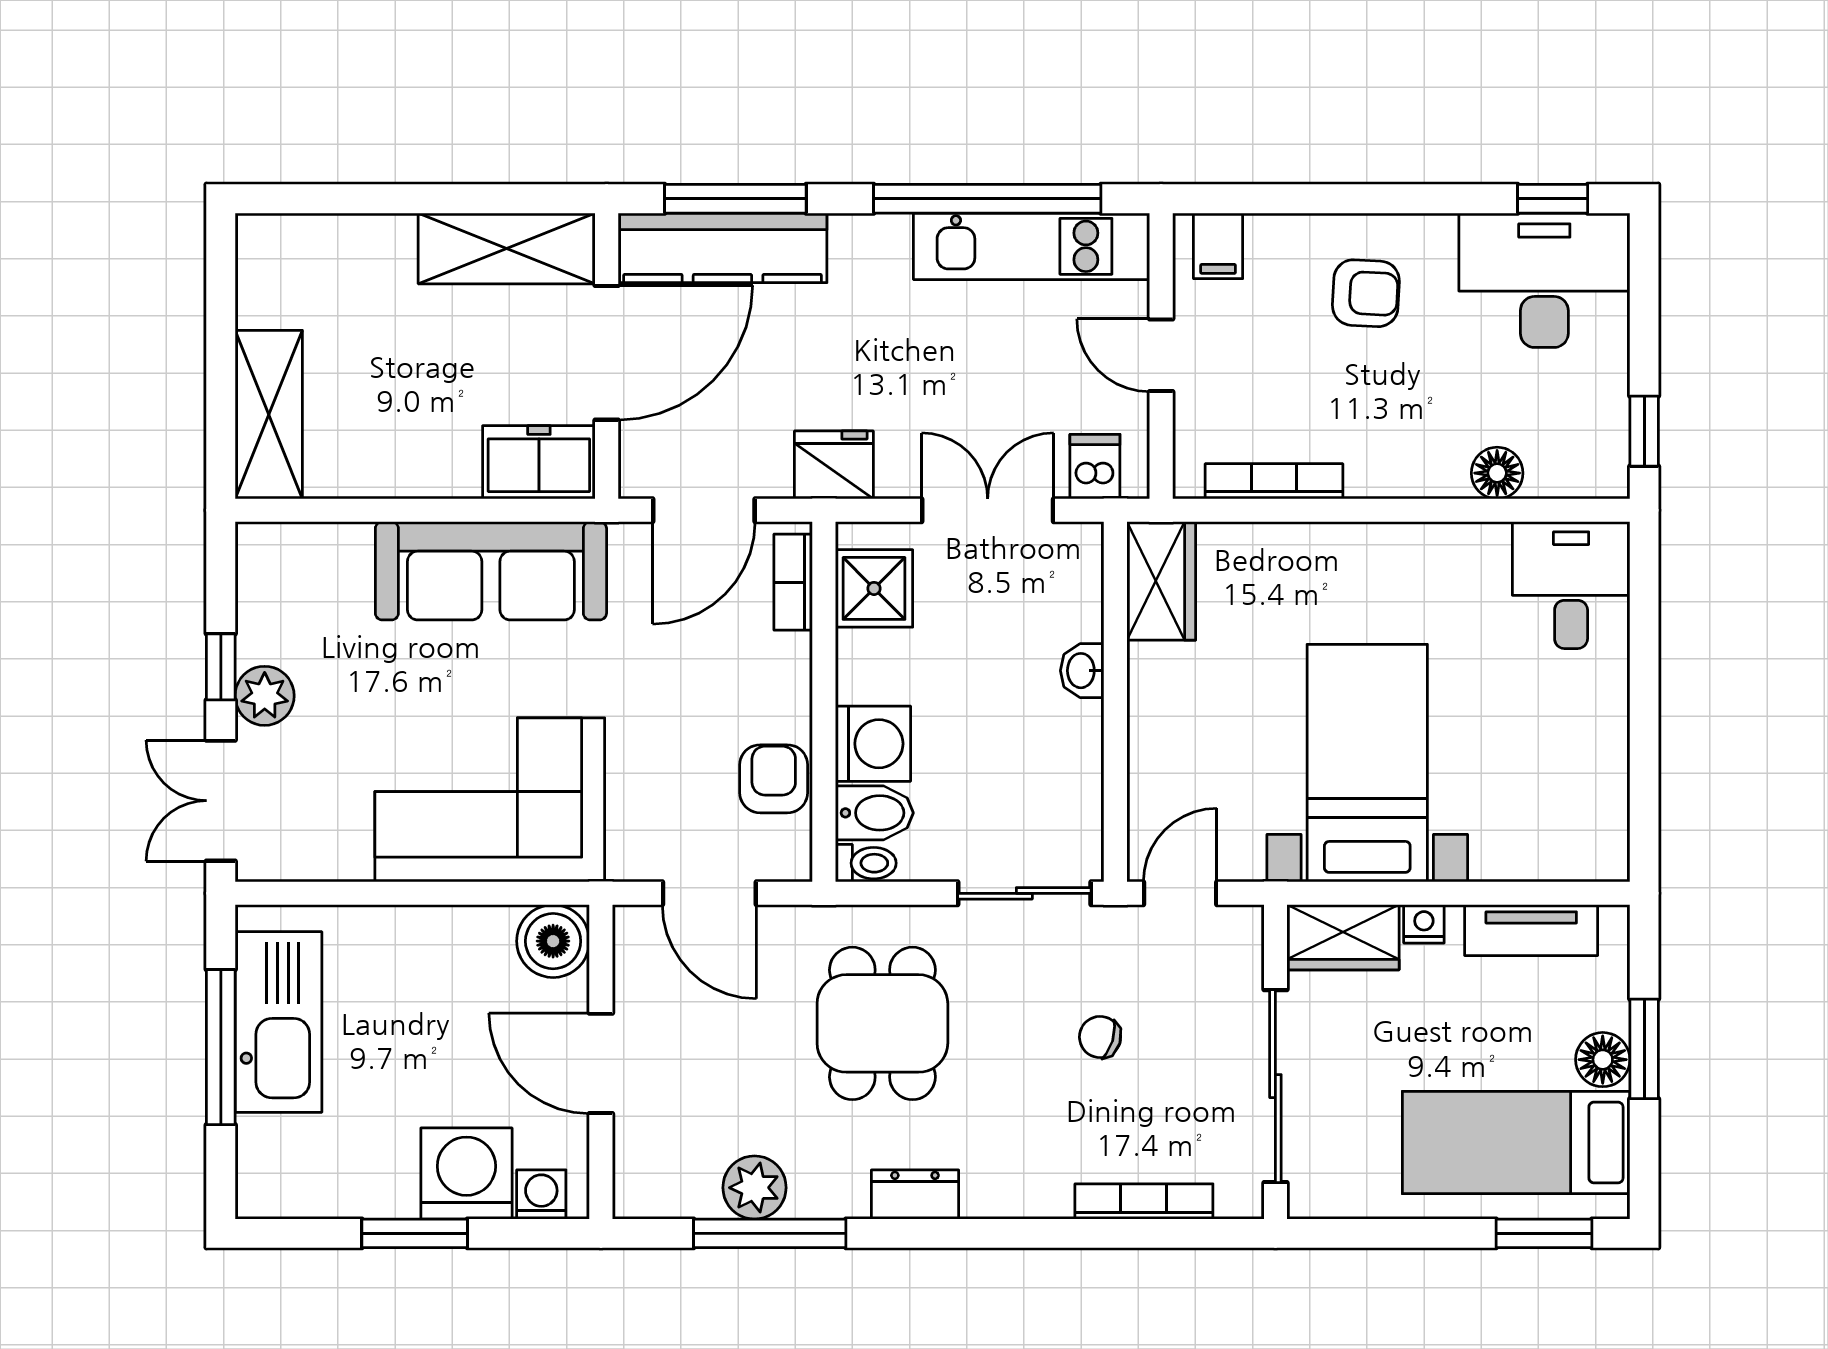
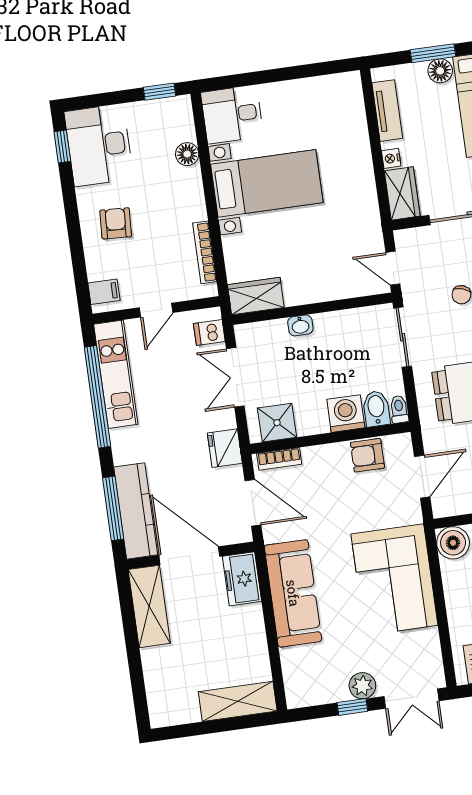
bed with nightstands: (1367, 763) -> (267, 183), moved, turned 180

